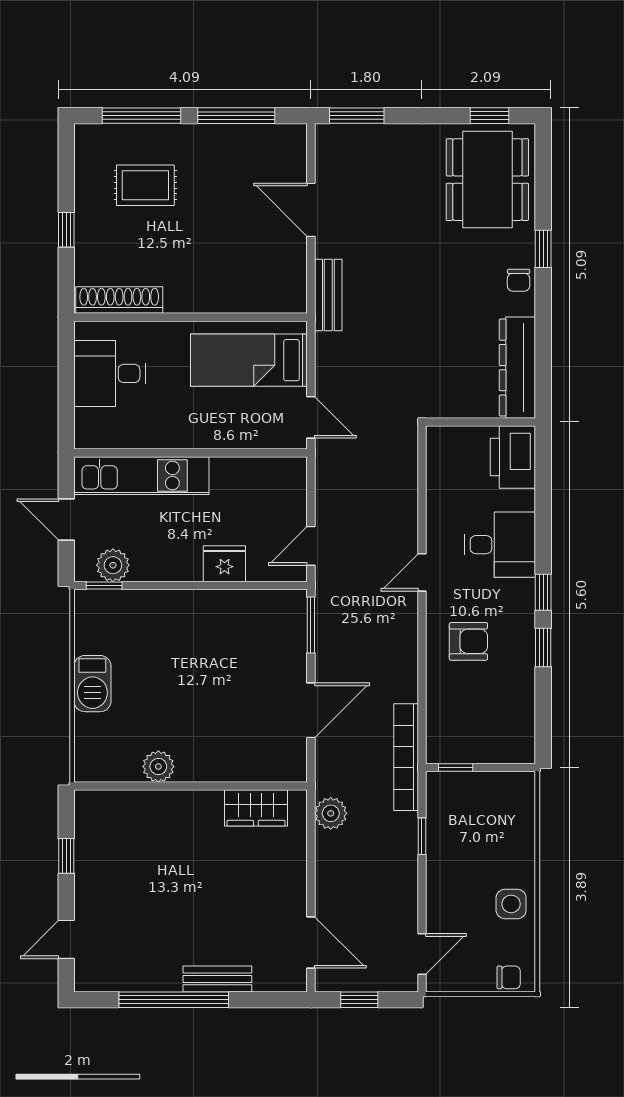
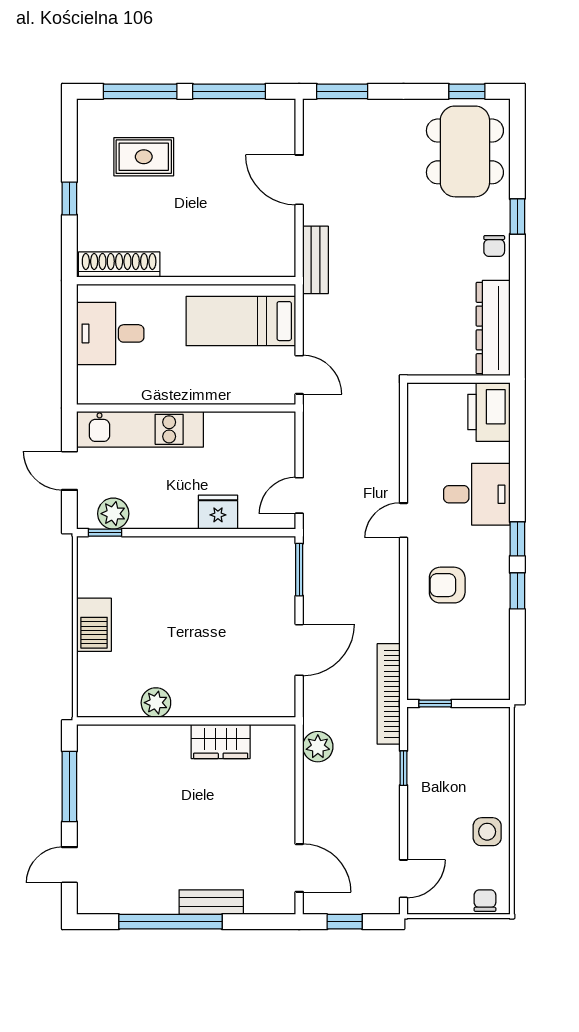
armchair: (468, 641) -> (447, 585), turned 180
wardrobe: (256, 808) -> (221, 741), moved
window: (66, 856) -> (69, 786), width x2.17
chair: (509, 977) -> (485, 901), turned -90

